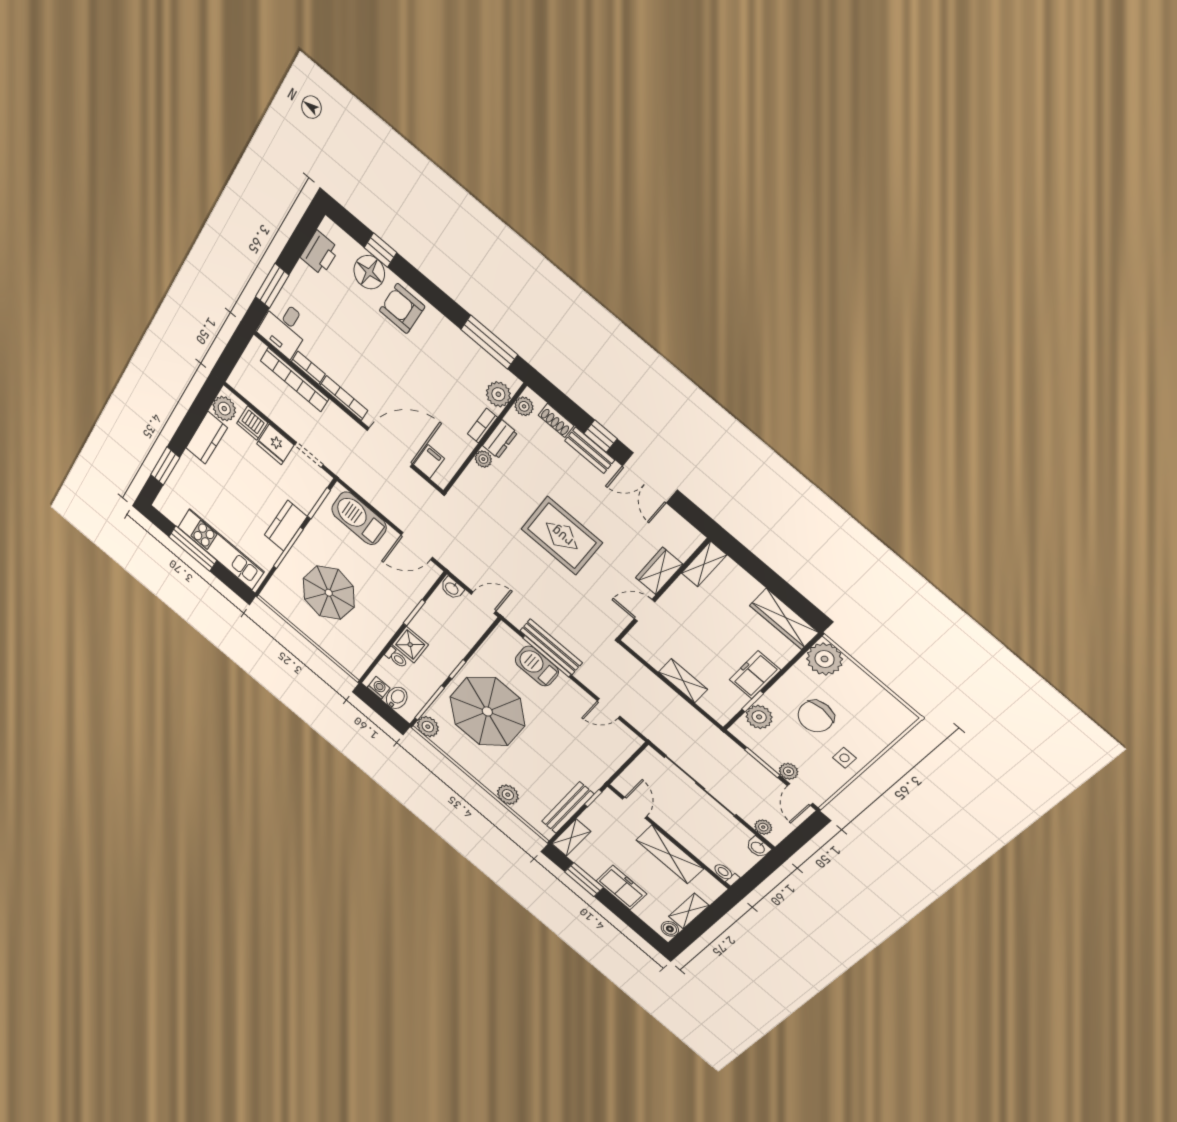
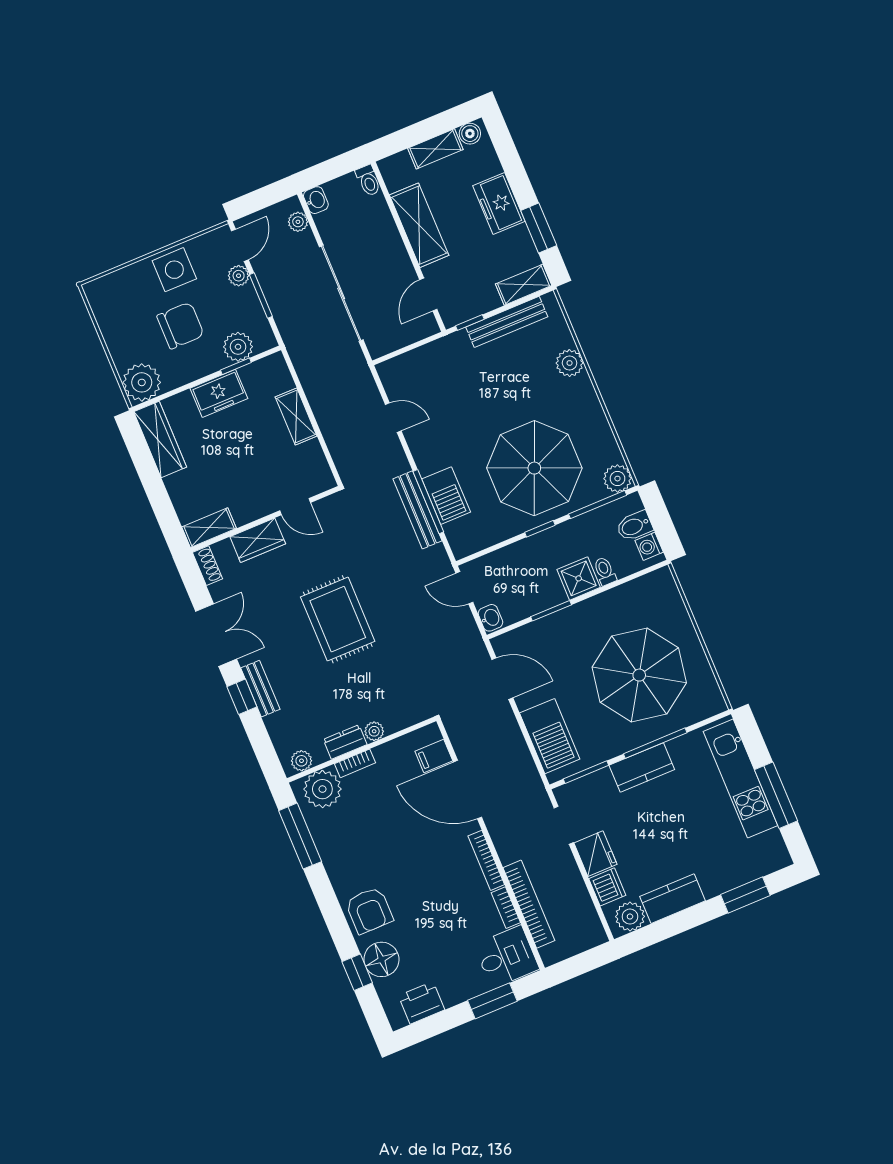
plant: (498, 394) -> (322, 789), width x1.36, depth x1.36
shoe rack: (556, 420) -> (207, 566), moved
parasol: (329, 593) -> (639, 675), width x1.36, depth x1.36
side table: (844, 758) -> (174, 270), width x1.87, depth x1.87

